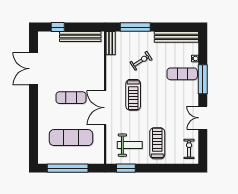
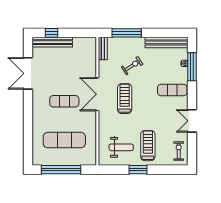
bench: (80, 37) -> (52, 42), moved
exercise mat: (182, 74) -> (172, 90), moved
window: (203, 79) -> (192, 67), moved
treadmill: (133, 95) -> (125, 99), turned 180
double door: (105, 108) -> (97, 94), moved
window: (126, 168) -> (138, 170), moved

